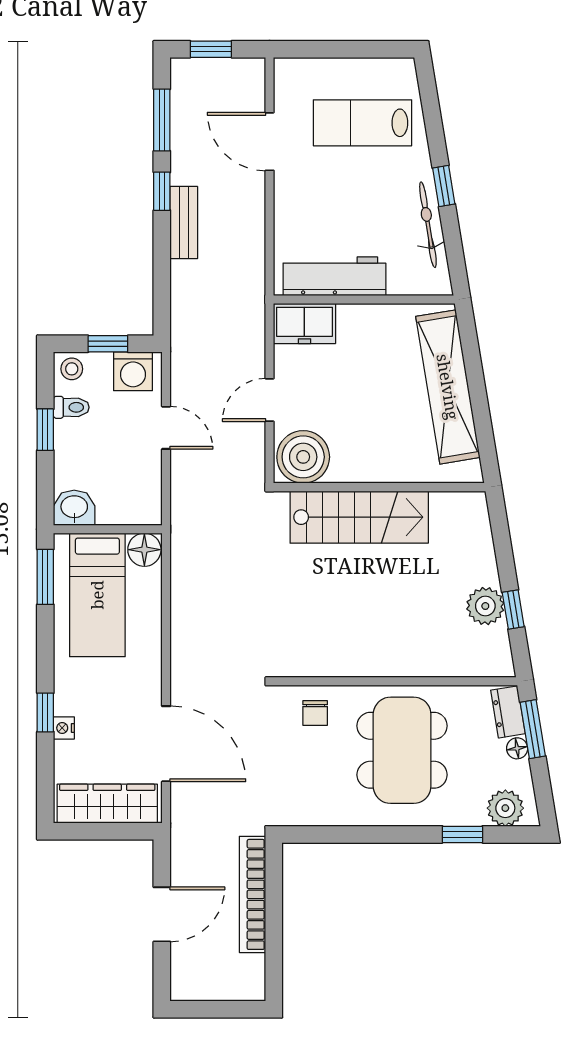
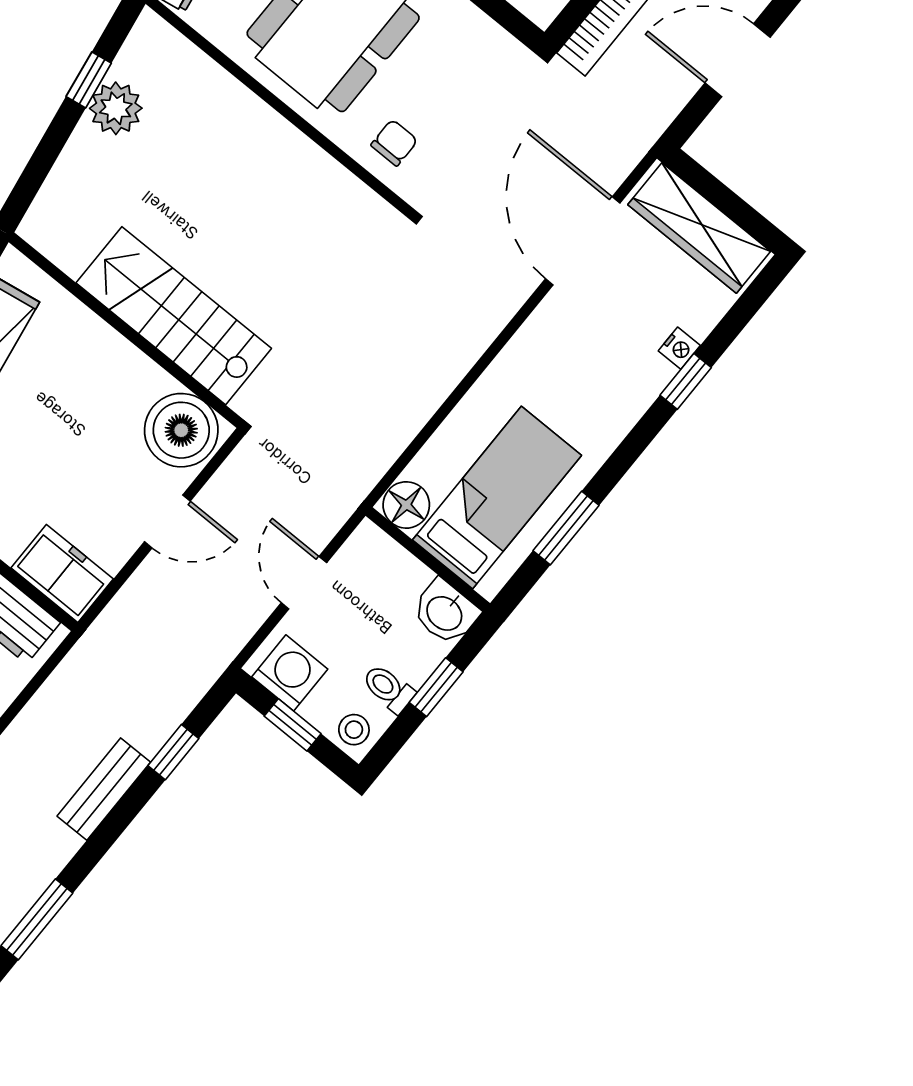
window: (162, 191) -> (173, 752), moved
washbasin: (74, 508) -> (445, 612), moved
wall: (108, 529) -> (428, 559), moved
floor lamp: (144, 550) -> (406, 505), moved
bed: (97, 595) -> (497, 498), moved

